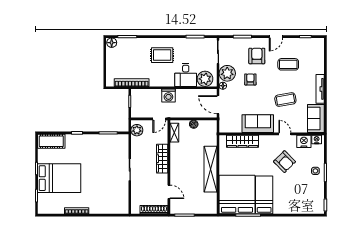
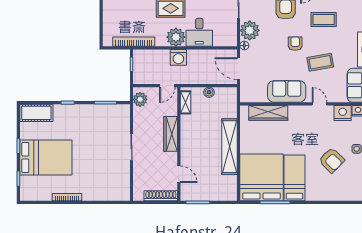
plant: (205, 79) -> (176, 37), moved
armchair: (250, 79) -> (295, 44), moved
armchair: (284, 162) -> (332, 160), moved

